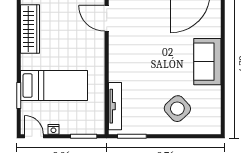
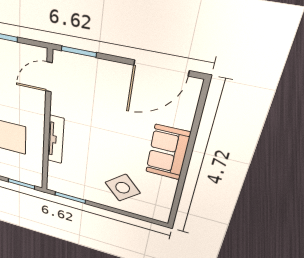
door: (107, 18) -> (49, 77), hinge flipped
tv unit: (115, 106) -> (56, 140), moved

